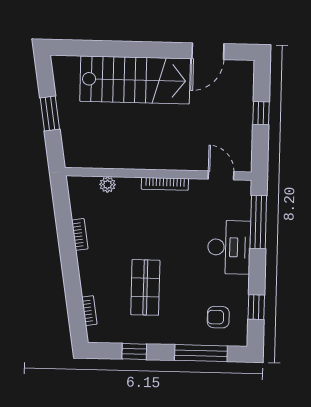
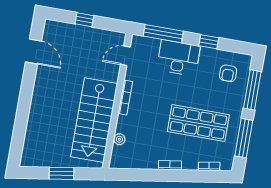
stairs: (135, 80) -> (94, 120), moved, turned 180
bookcase: (80, 234) -> (170, 165), moved
shop shelf: (145, 287) -> (198, 123), width x1.43, depth x1.36
window: (256, 307) -> (209, 42), moved
window: (134, 351) -> (244, 138), width x2.17

